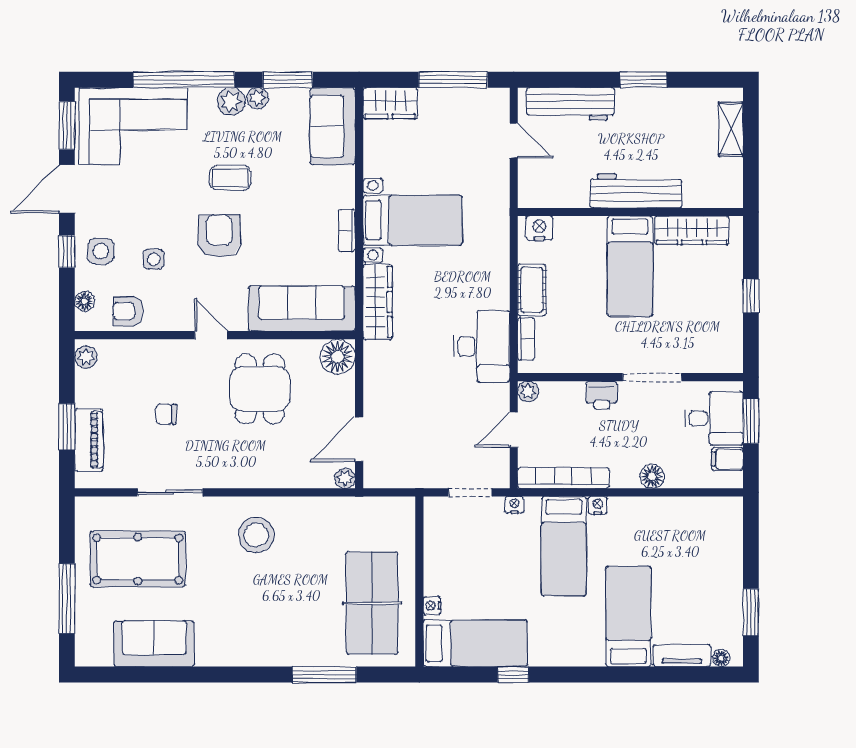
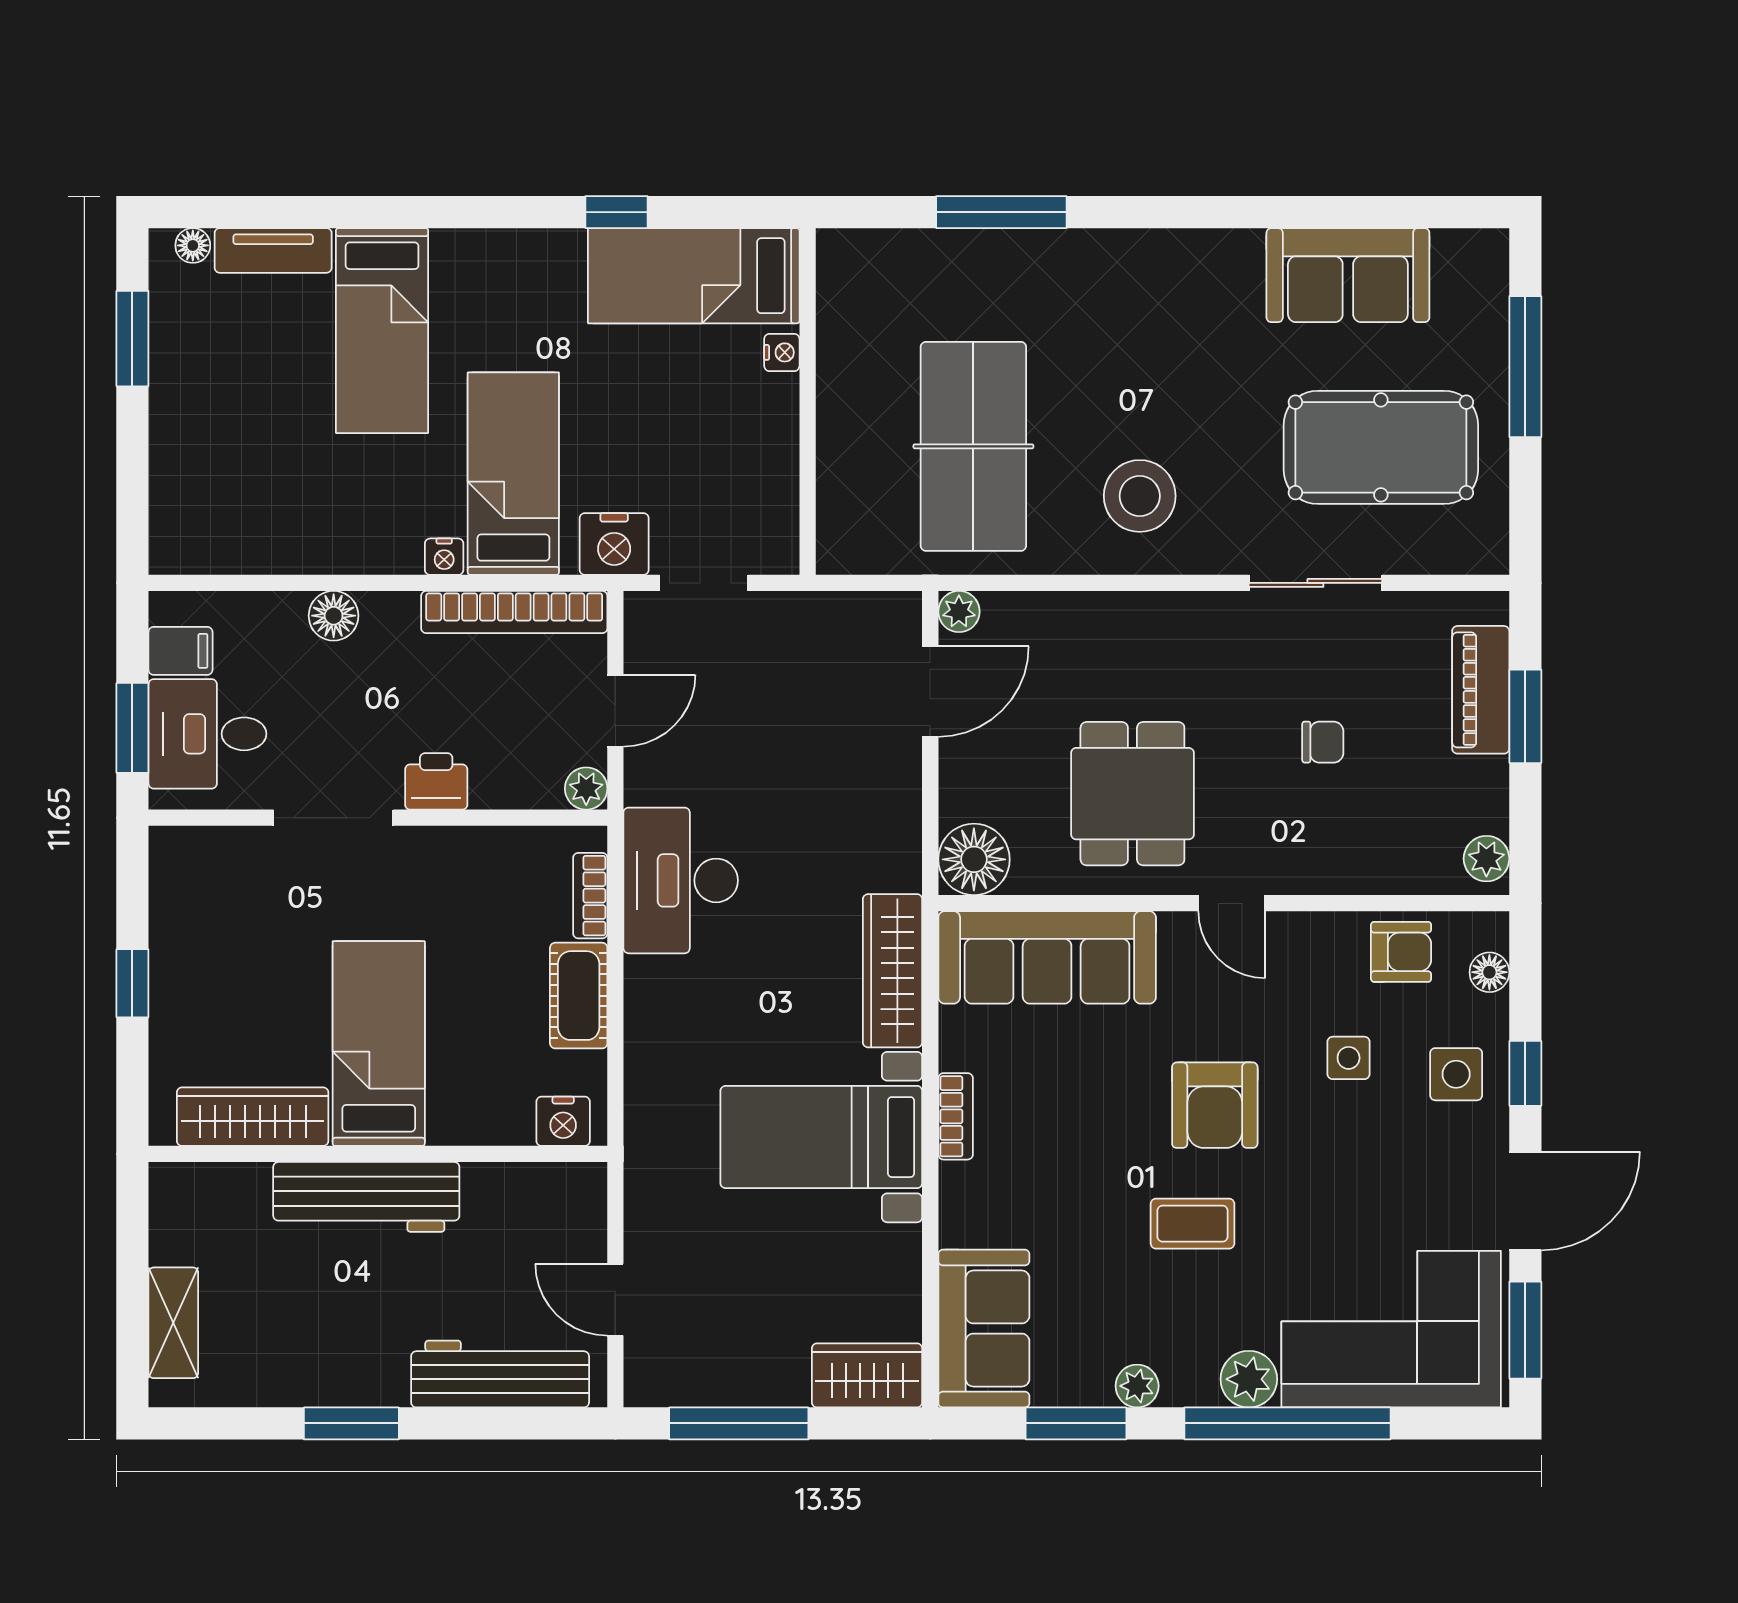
plant: (231, 101) -> (1249, 1379), moved
nightstand: (514, 505) -> (614, 544), width x1.89, depth x1.79
table tennis table: (372, 603) -> (973, 446), moved

